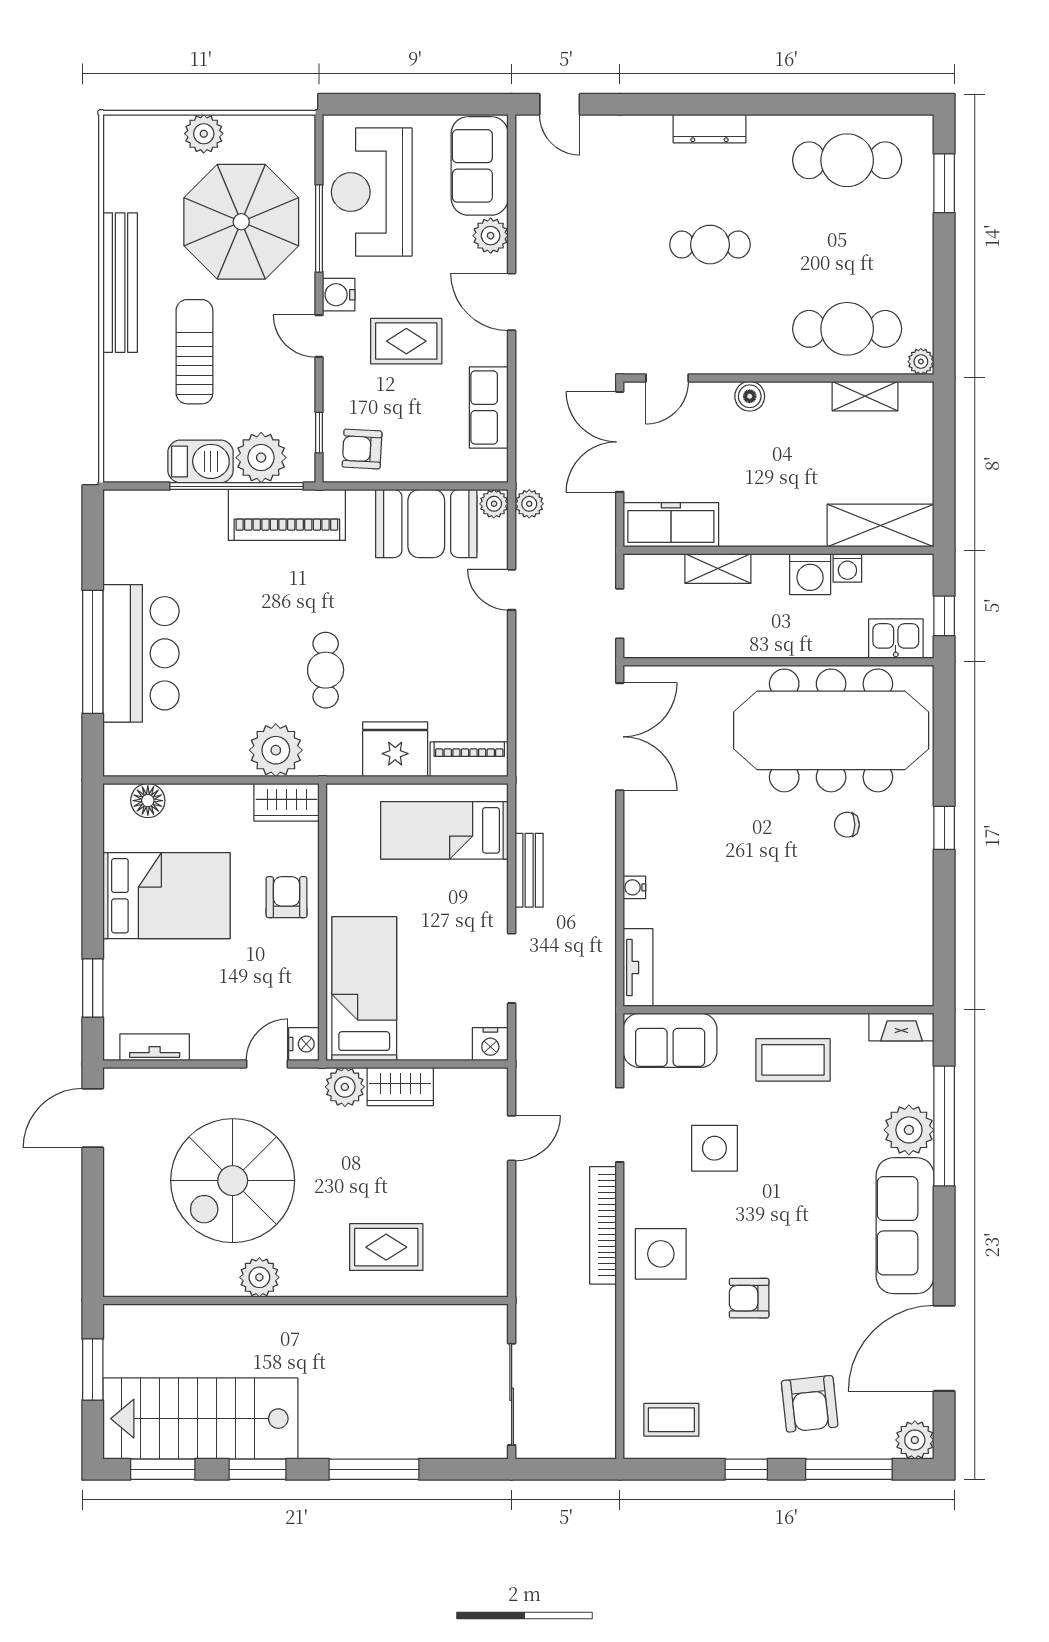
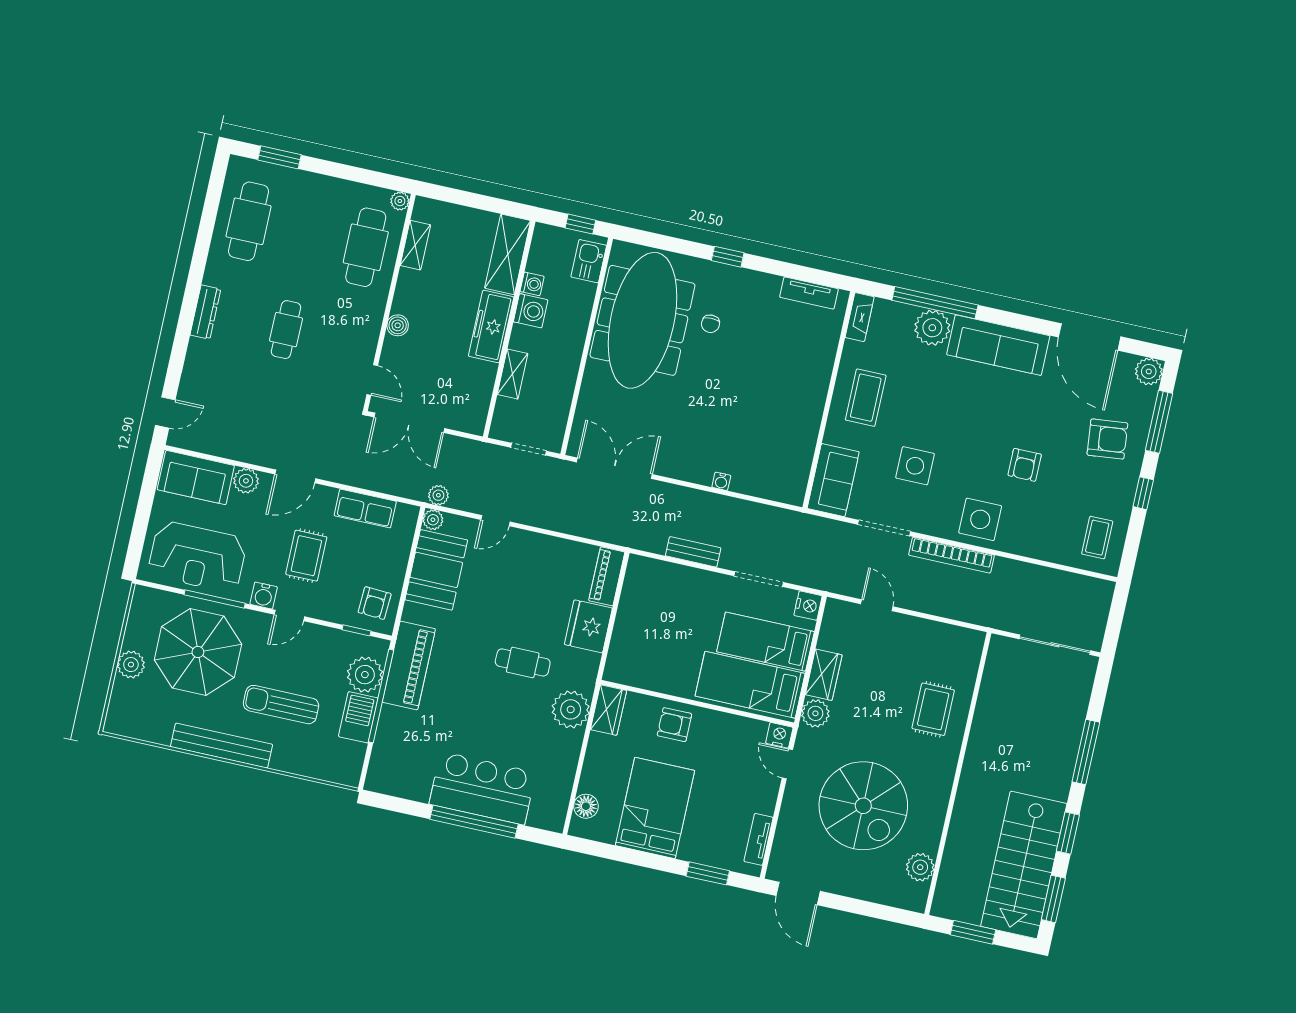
freezer: (671, 525) -> (491, 326), moved
bed: (444, 830) -> (766, 642), moved, turned 90
tv unit: (638, 968) -> (809, 293), moved, turned 180
plant: (259, 1277) -> (920, 867), moved

